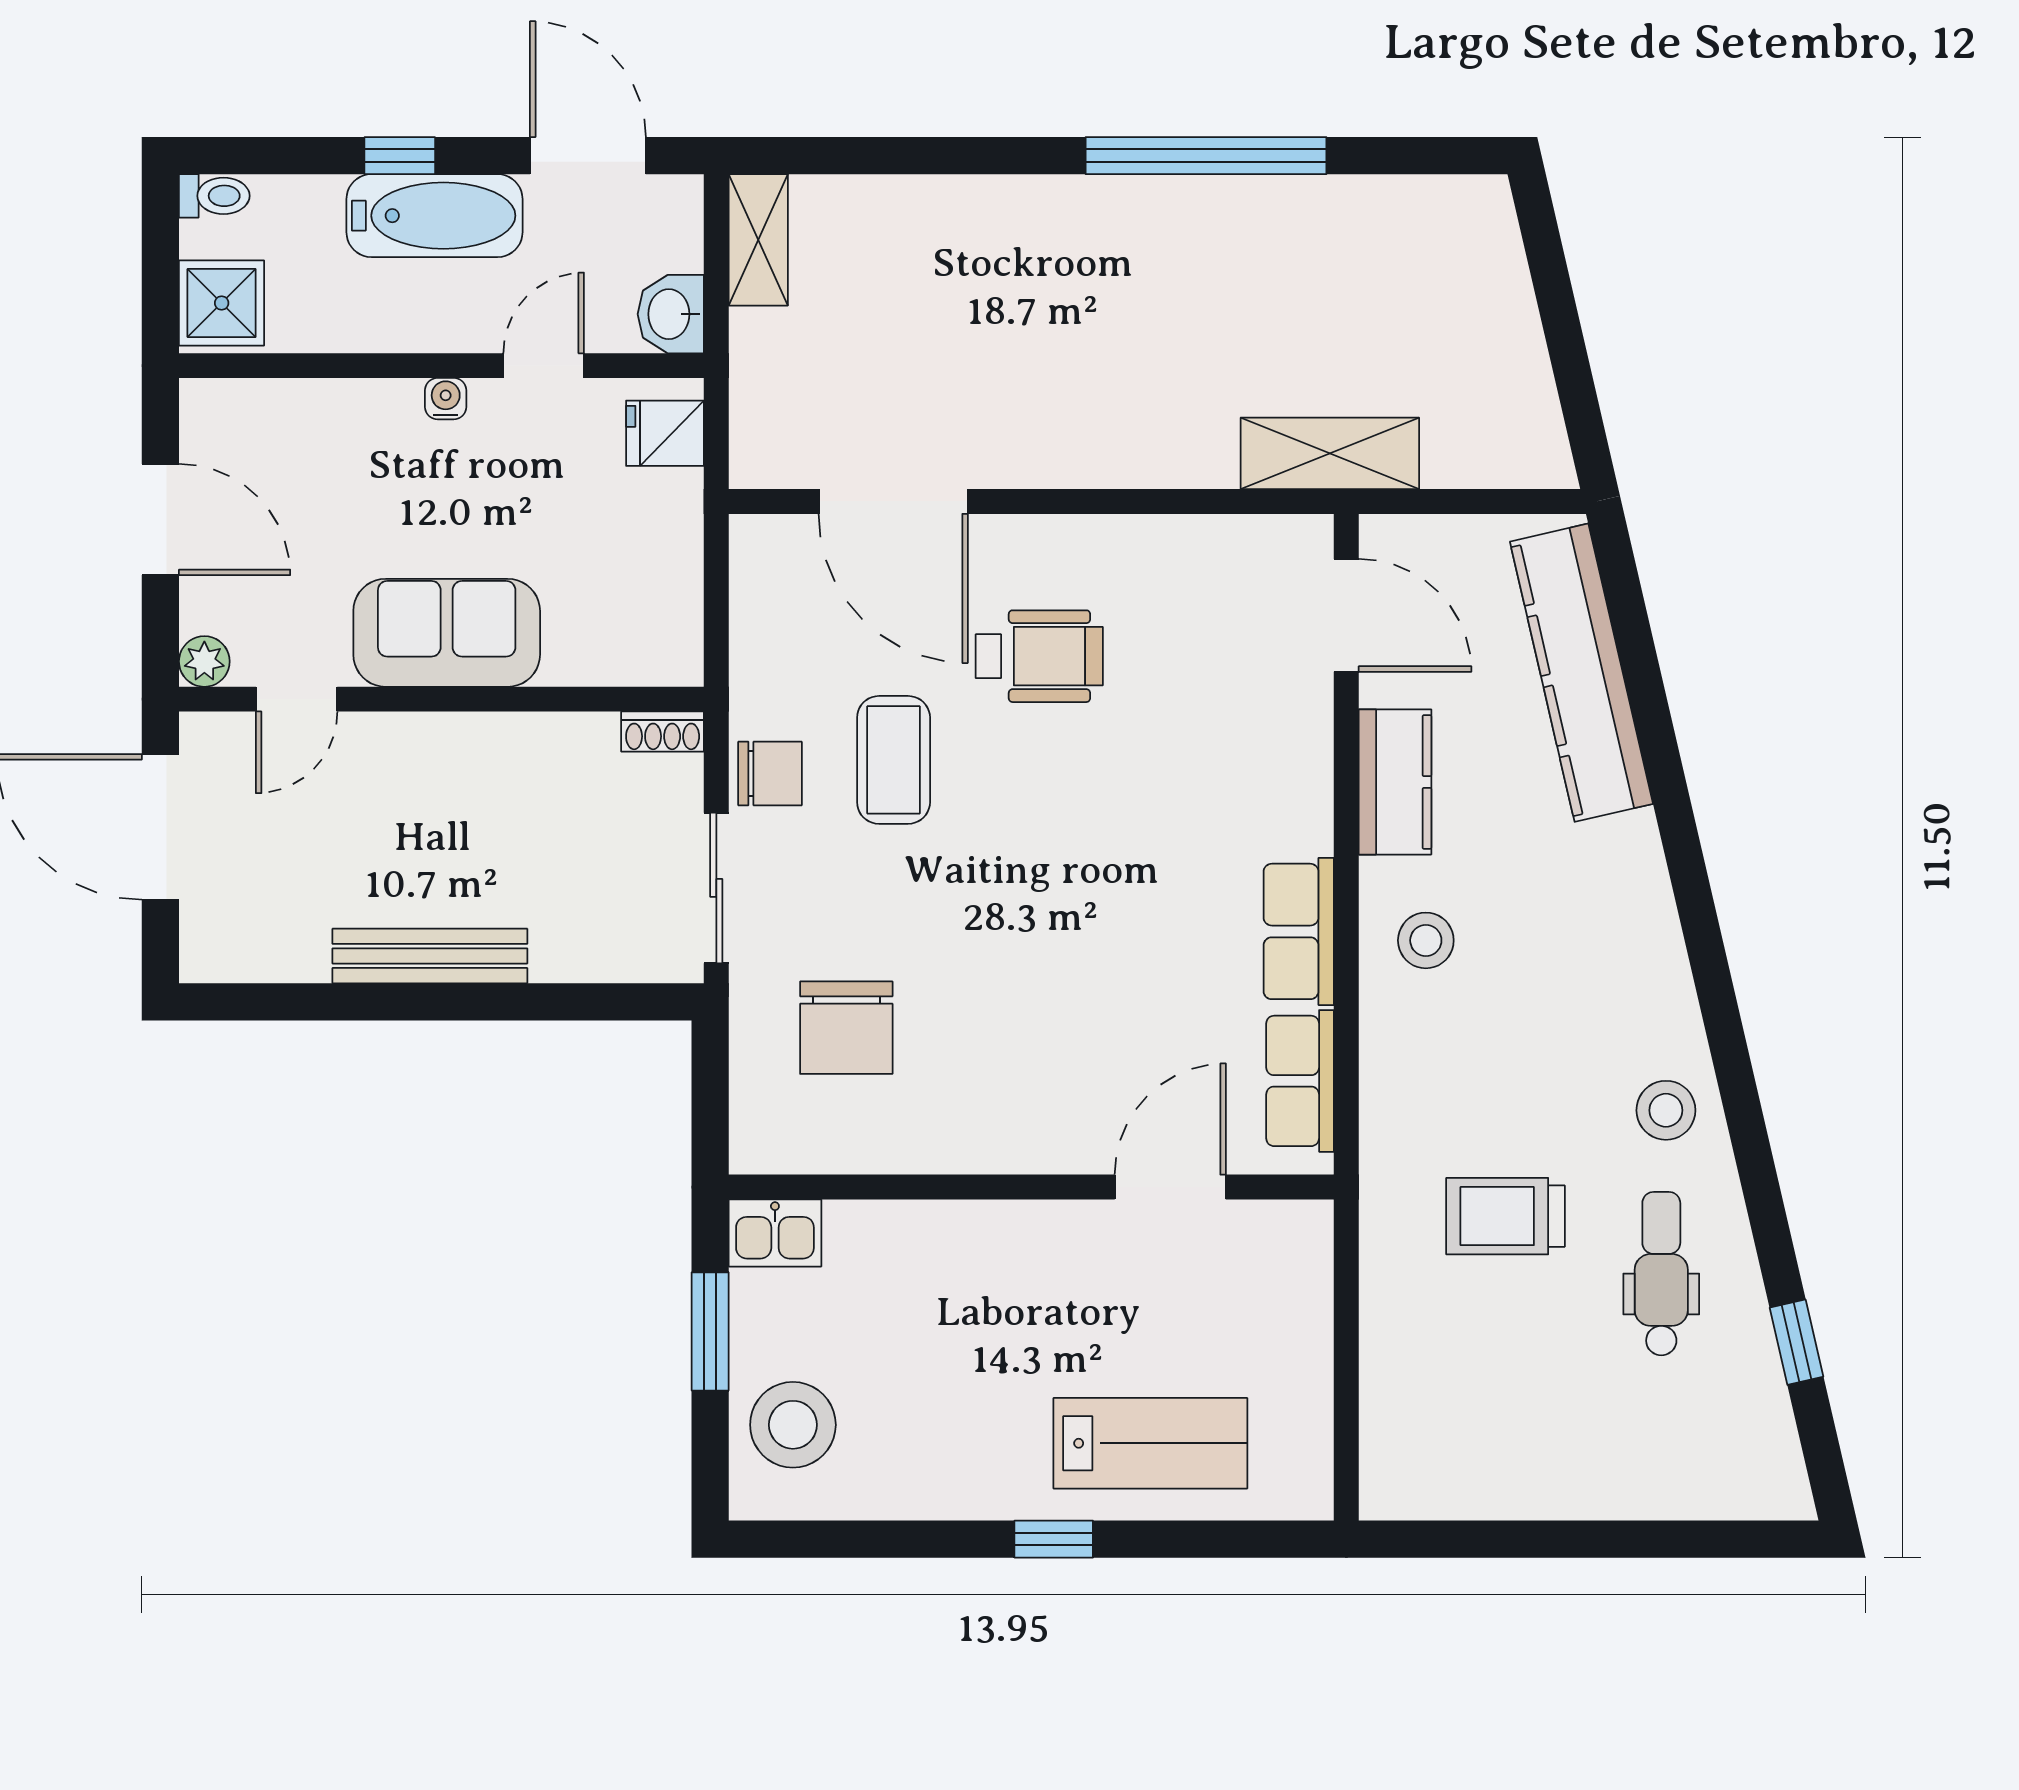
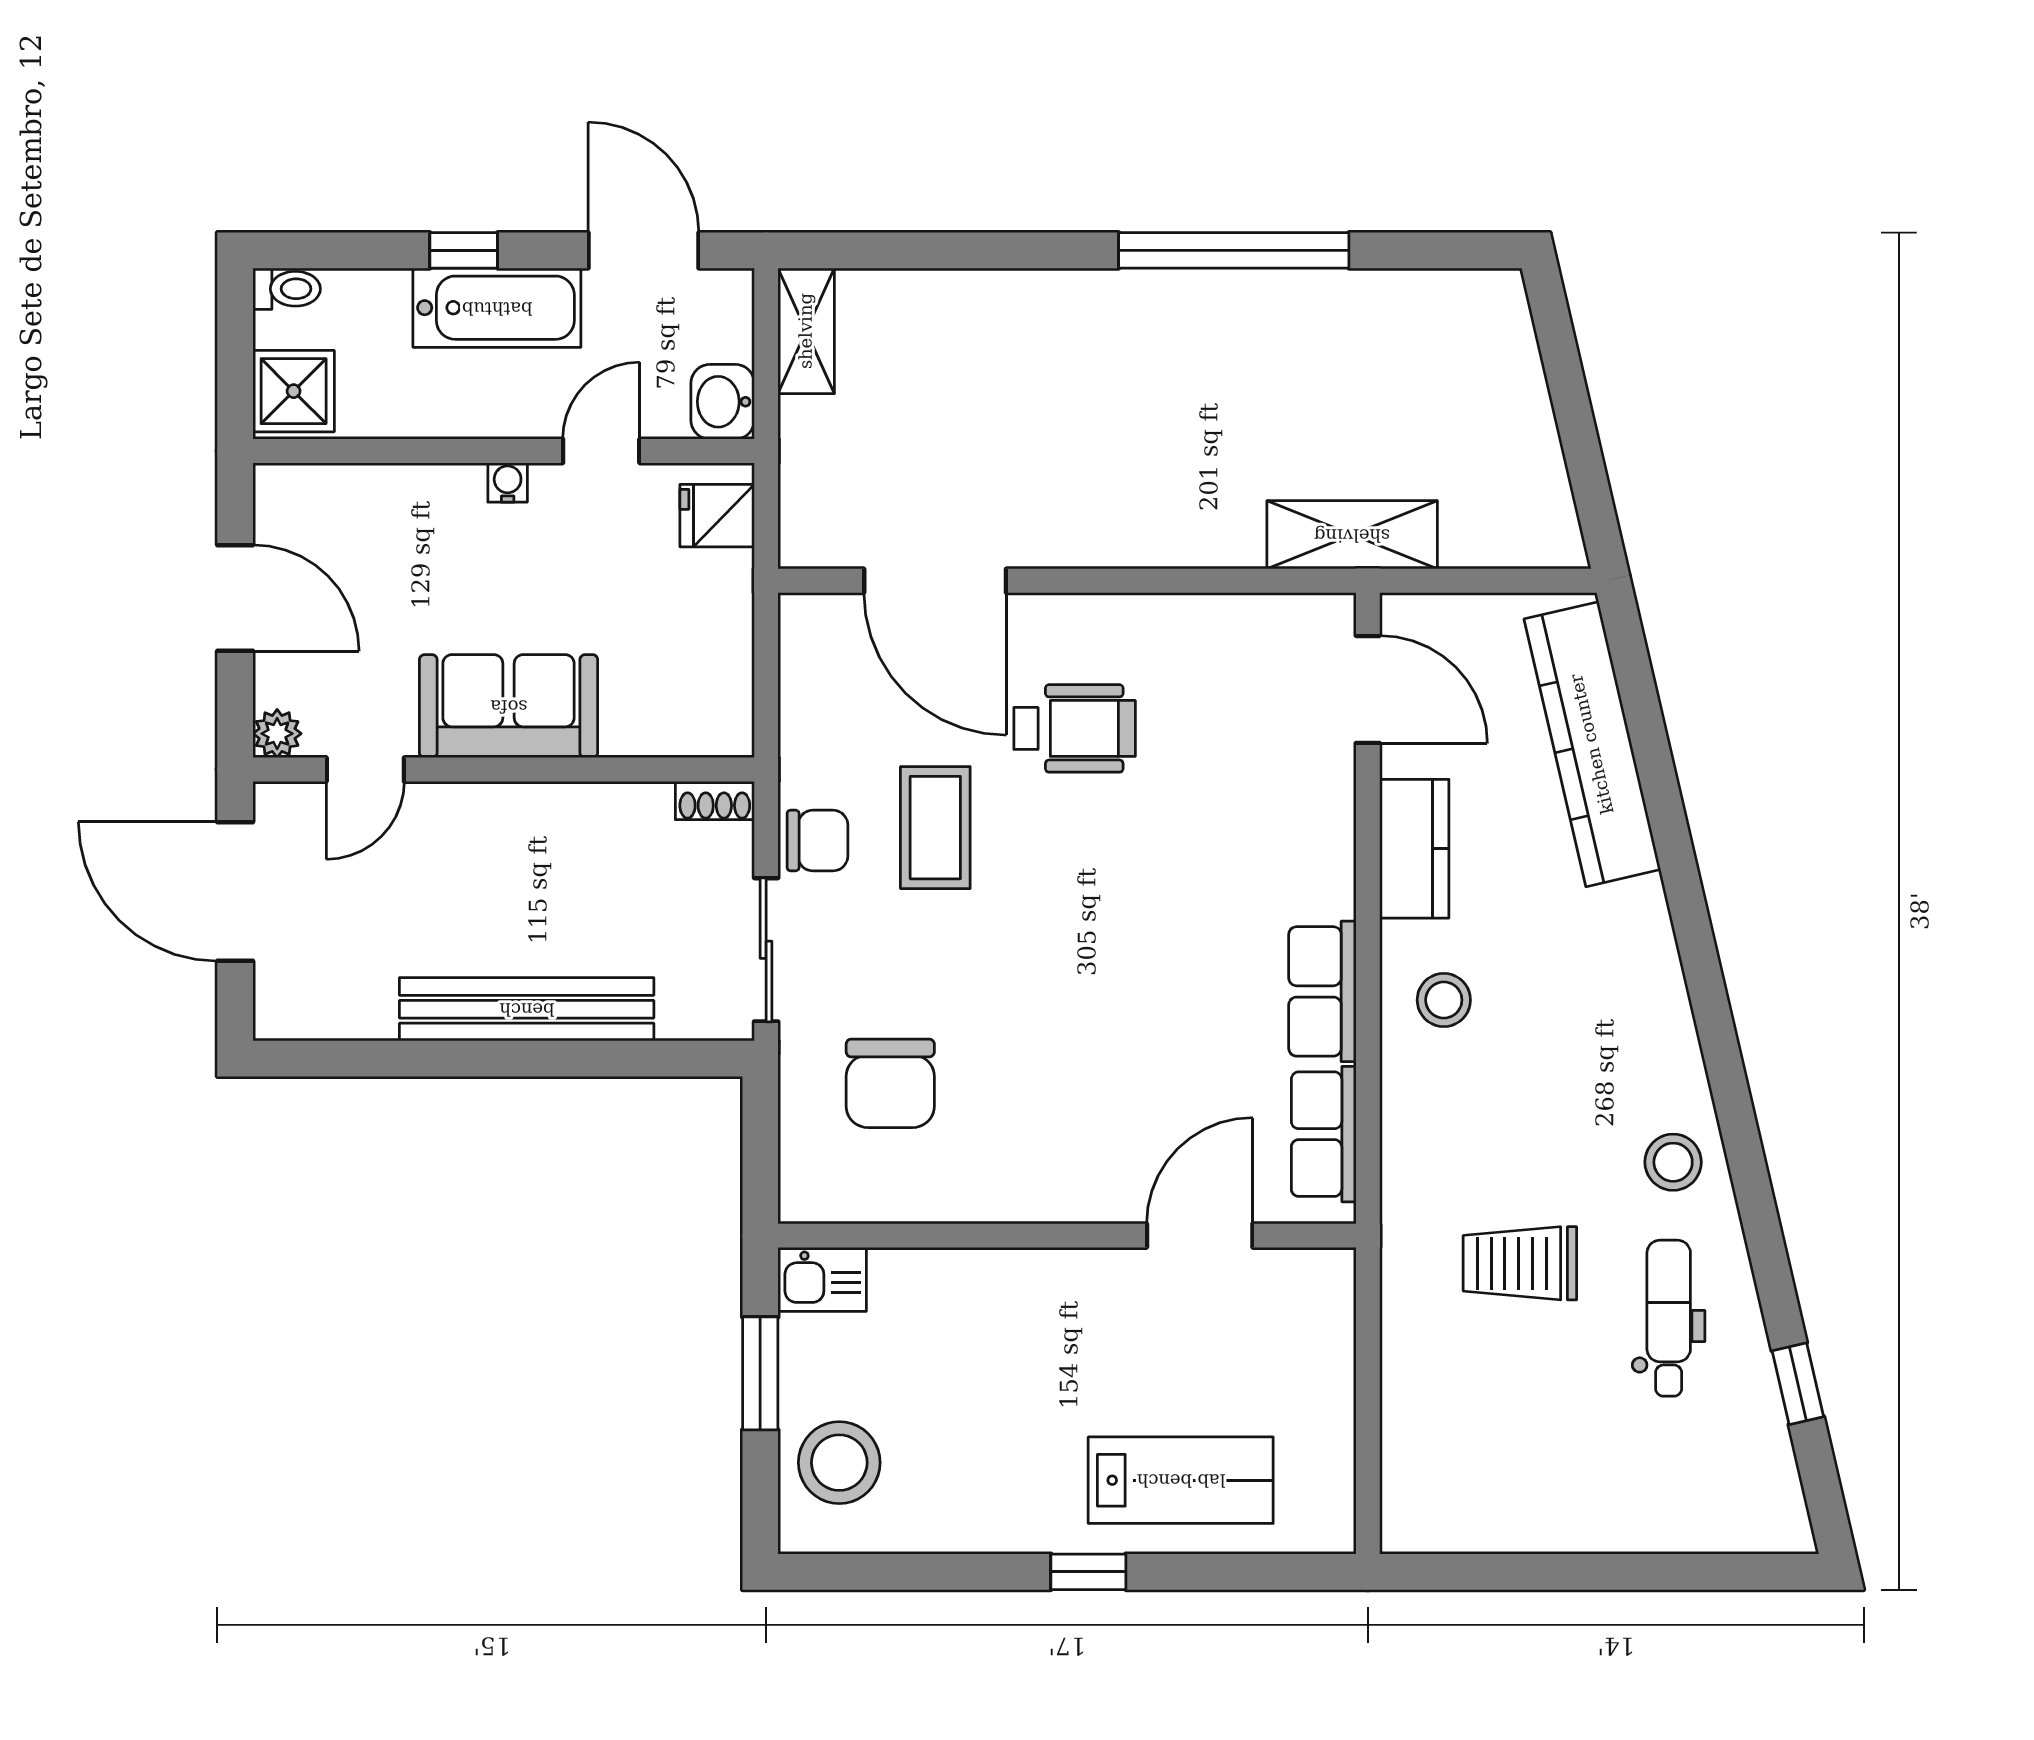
bench: (430, 956) -> (527, 1009), width x1.37, depth x1.21

